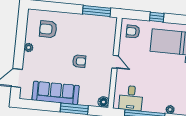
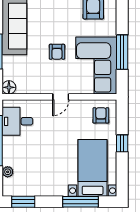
window: (97, 11) -> (122, 52), moved
corner sofa: (93, 31) -> (96, 66), added

